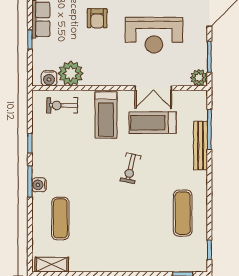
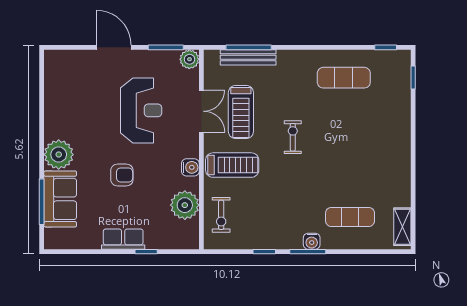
water cooler: (49, 78) -> (190, 167), moved
bench: (201, 145) -> (248, 57), moved
exercise bike: (130, 168) -> (293, 137), turned -103

